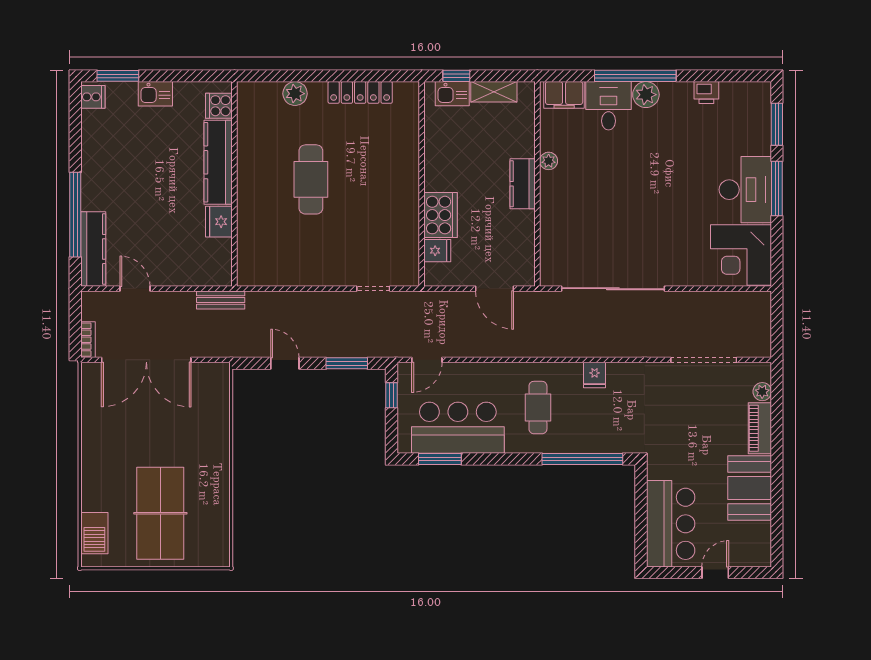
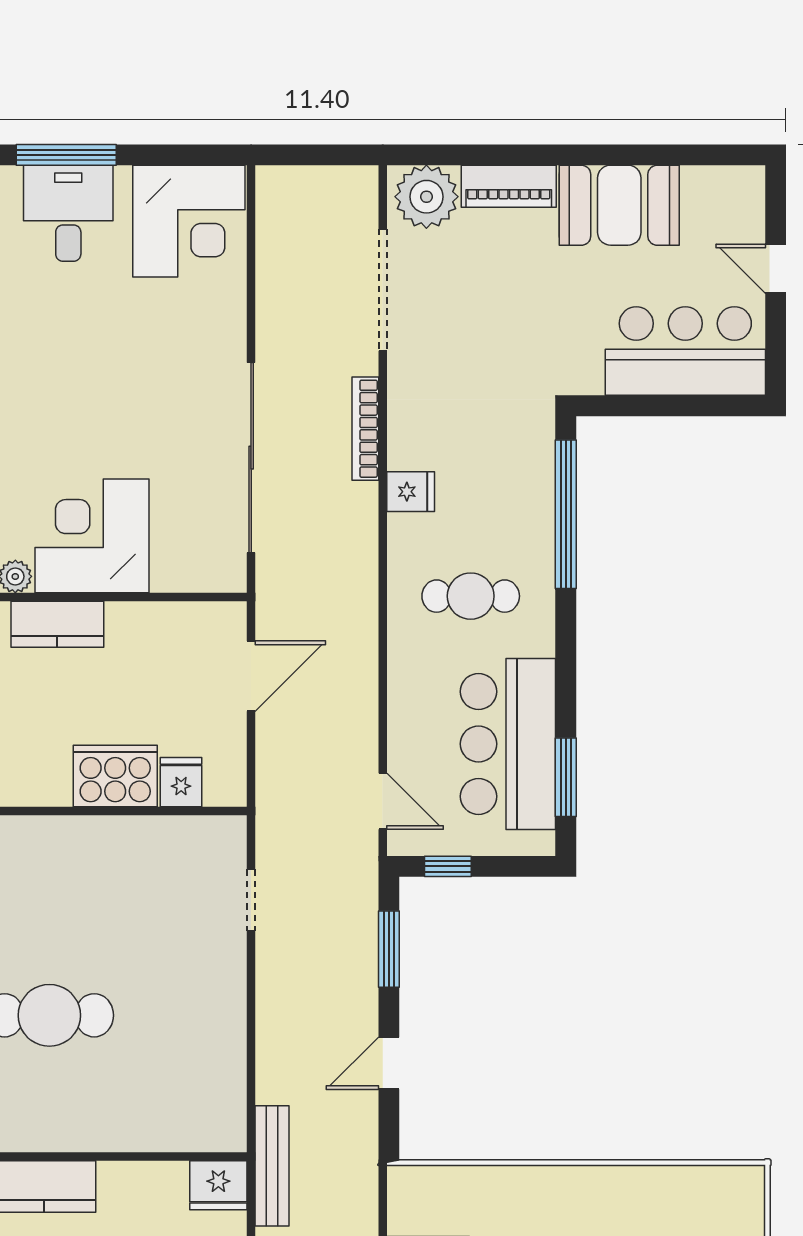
desk: (745, 190) -> (68, 213), width x0.73
corner desk: (571, 202) -> (92, 536), added
fridge: (219, 222) -> (218, 1185), moved
bench: (221, 300) -> (272, 1166), width x1.36
bookcase: (629, 351) -> (365, 429), added
plant: (762, 392) -> (426, 197), width x1.88, depth x1.88

